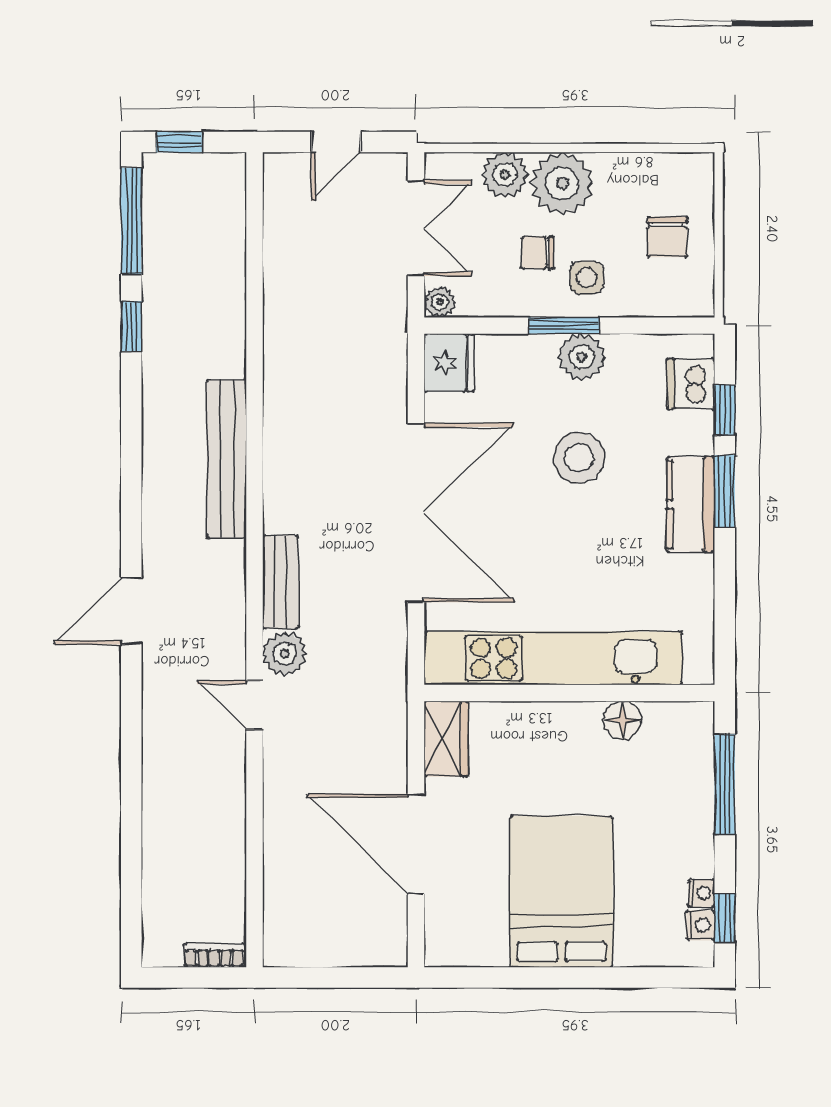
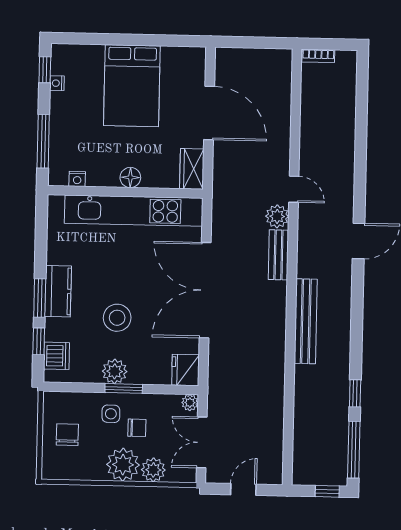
floor lamp: (622, 720) -> (130, 177), moved
nightstand: (701, 925) -> (77, 179), moved, turned -90

